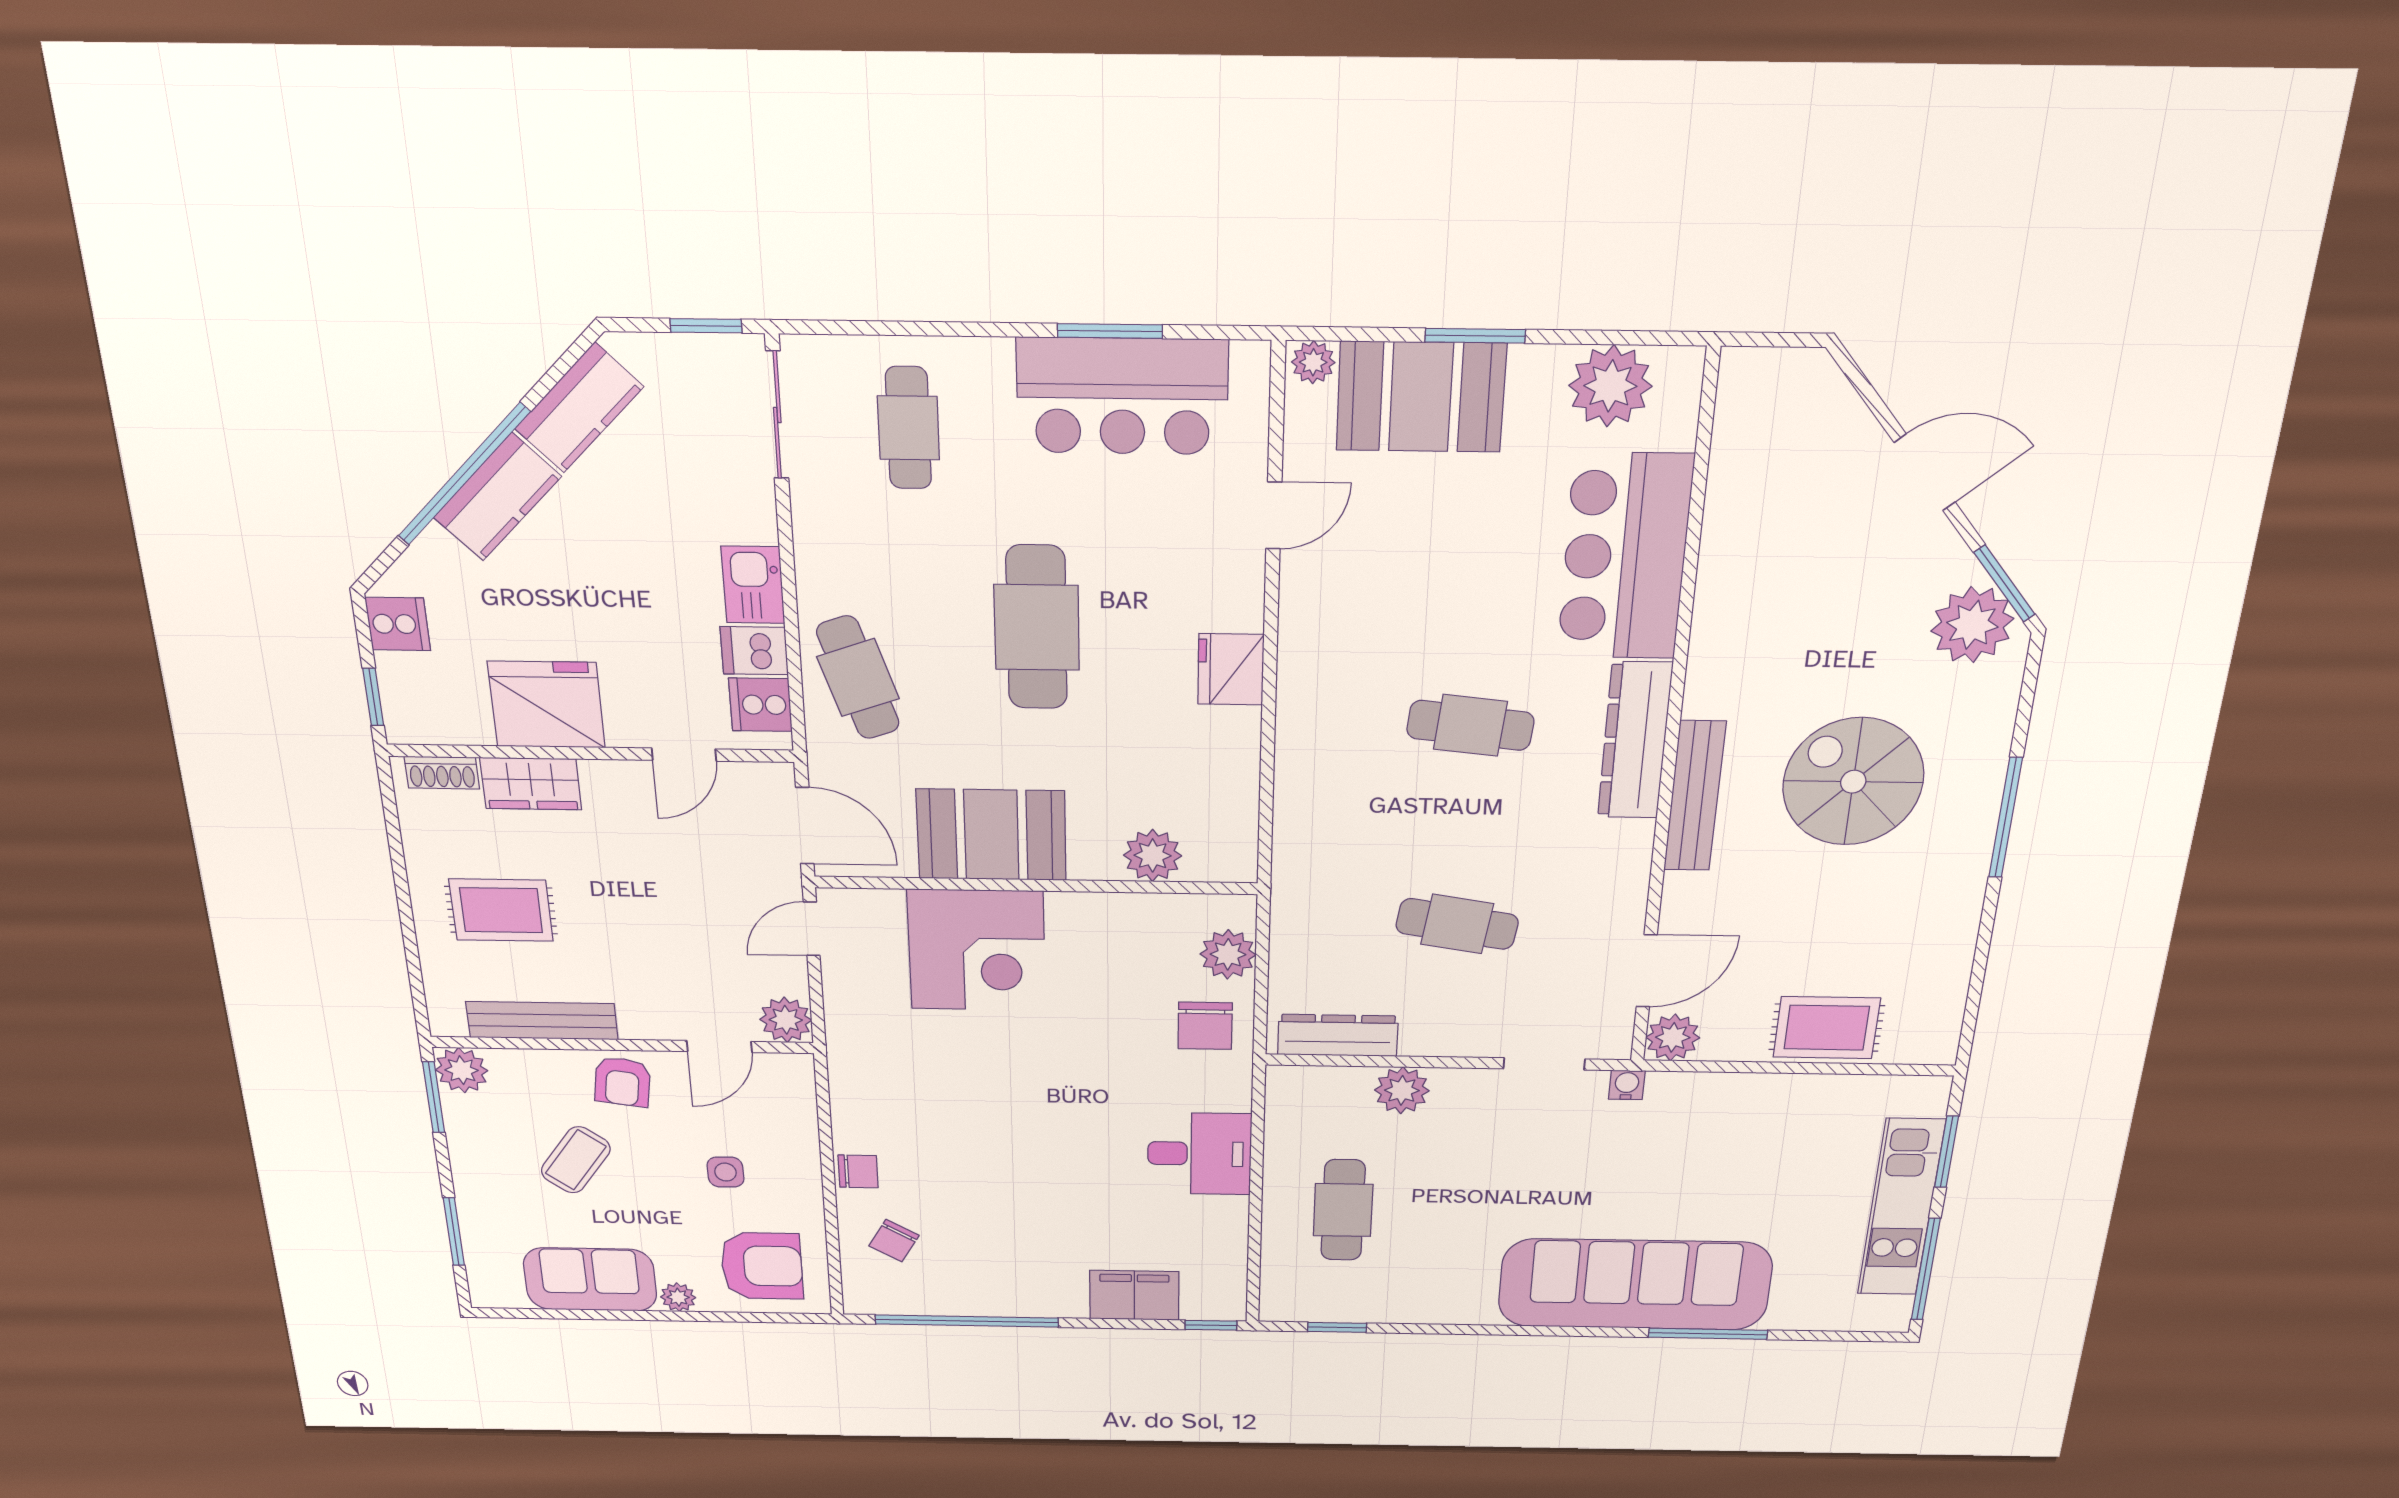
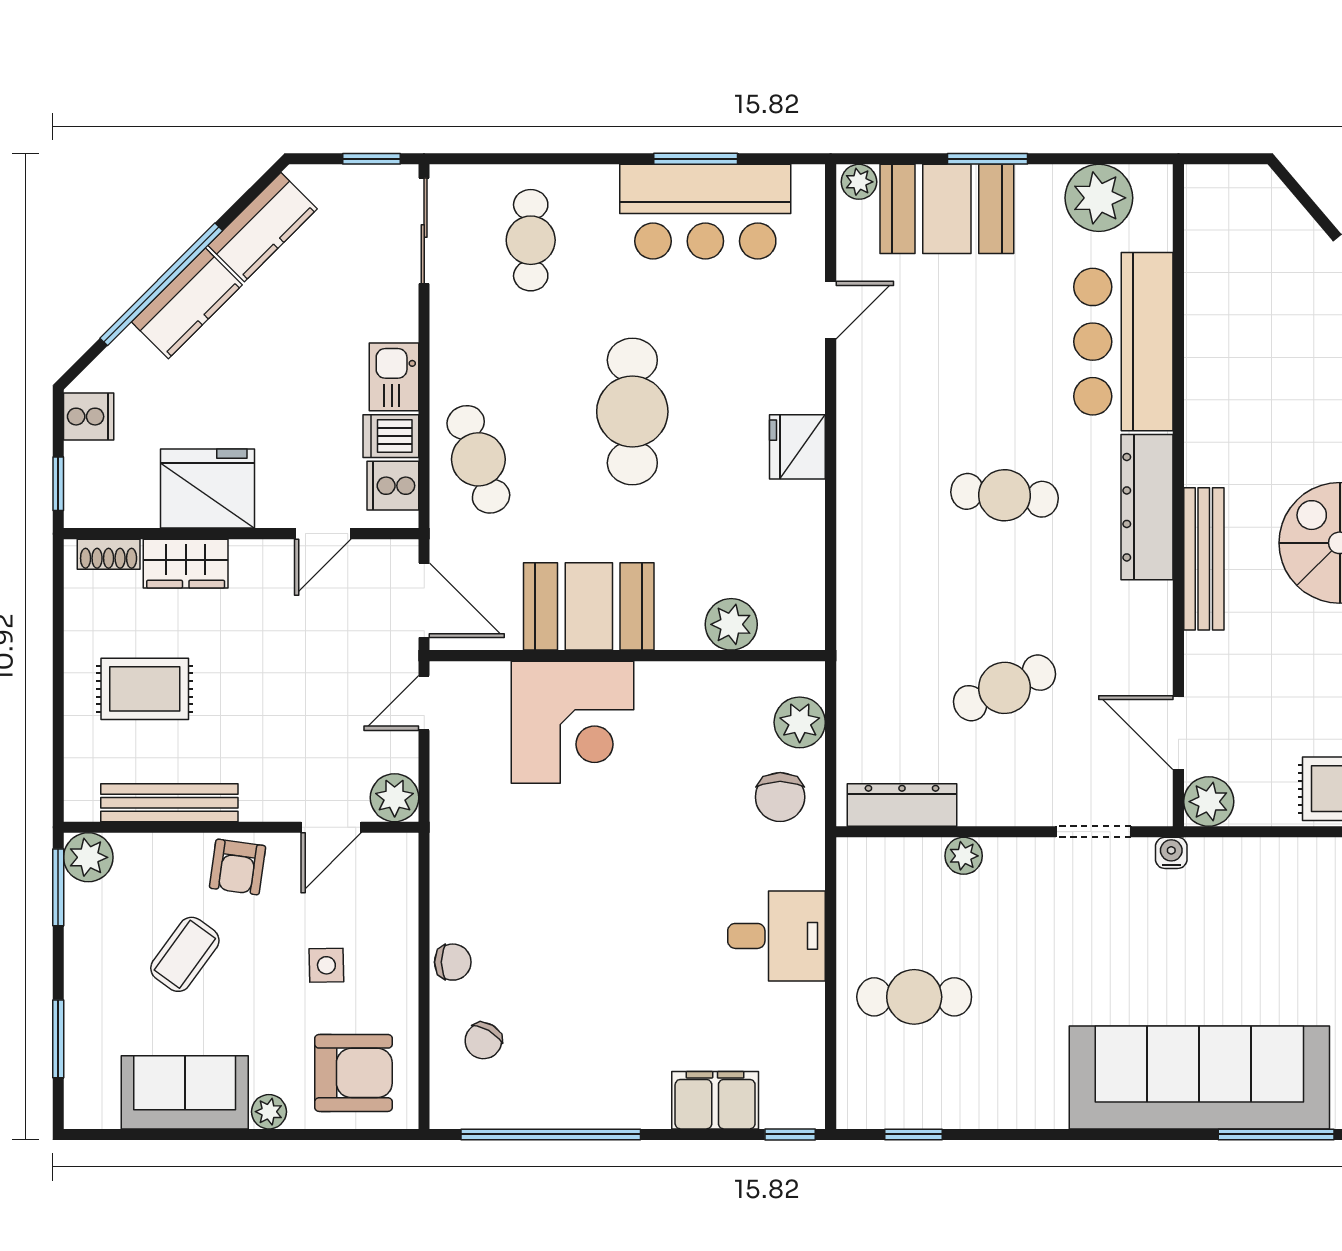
cafe table: (1457, 924) -> (1005, 688), turned -33
door: (1647, 971) -> (1178, 733), swing flipped
plant: (1402, 1090) -> (964, 856), width x0.73, depth x0.73
cafe table: (1343, 1210) -> (914, 997), turned 90

